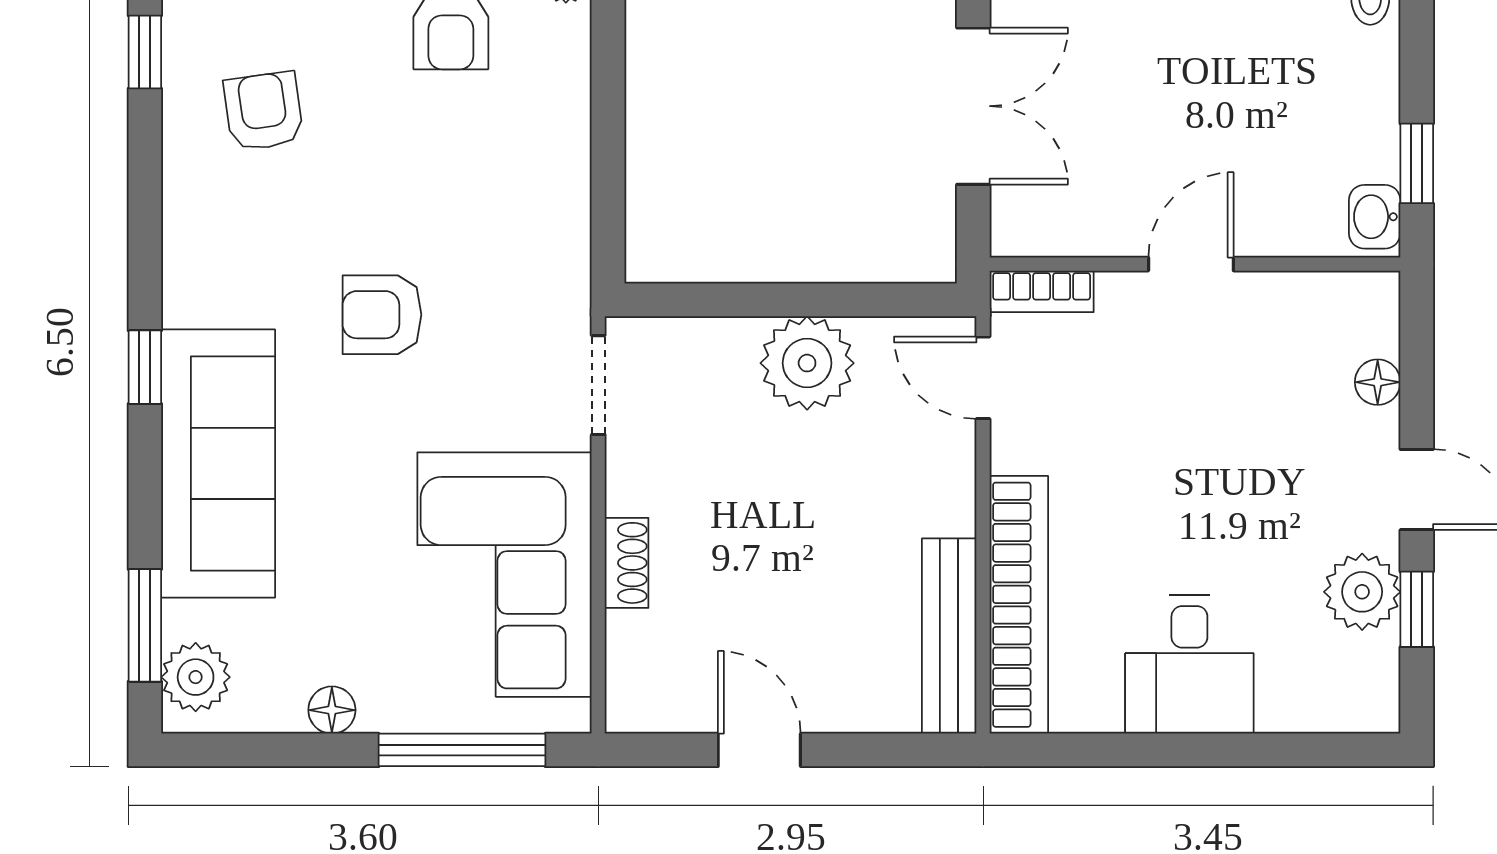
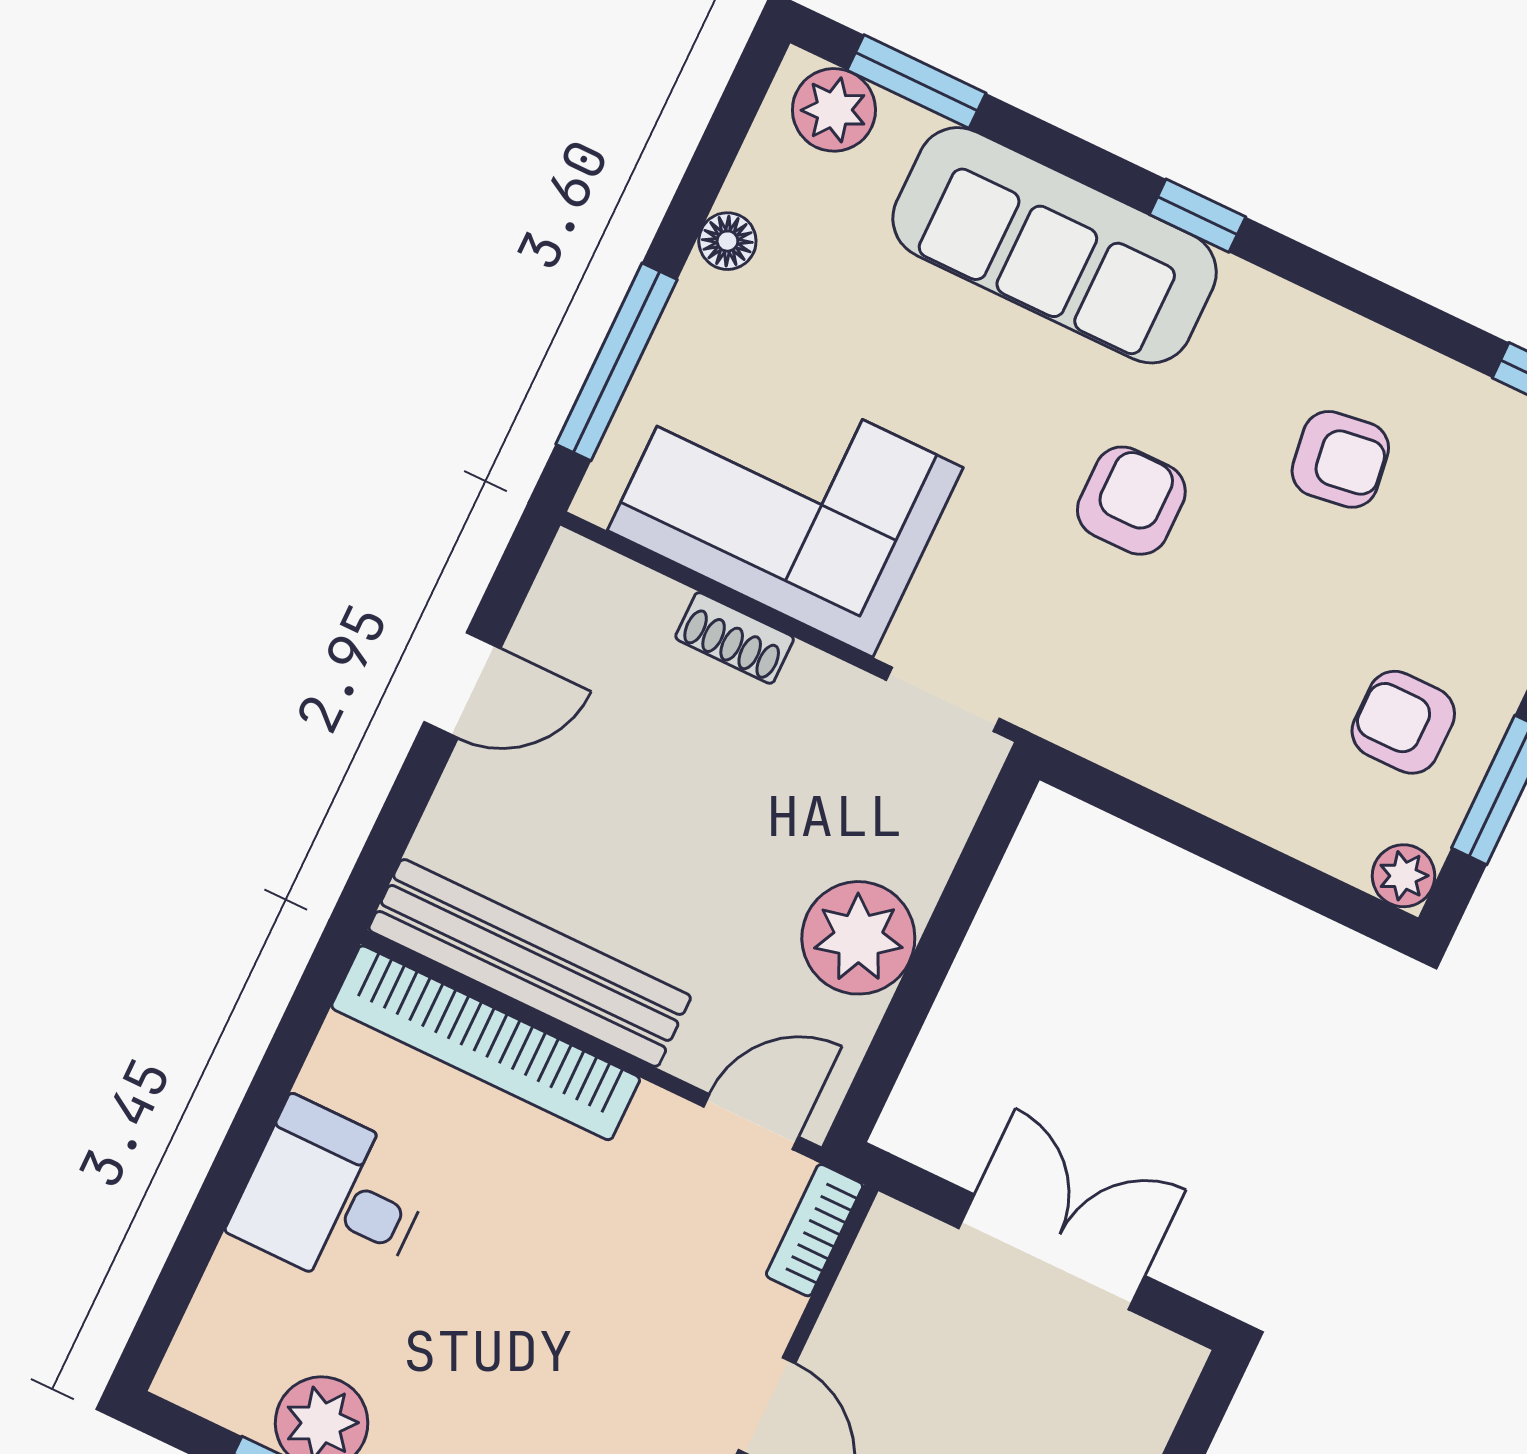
double door: (973, 106) -> (1052, 1252), swing flipped
armchair: (263, 111) -> (1340, 459), moved
bench: (949, 636) -> (530, 963), width x1.37, depth x1.21

